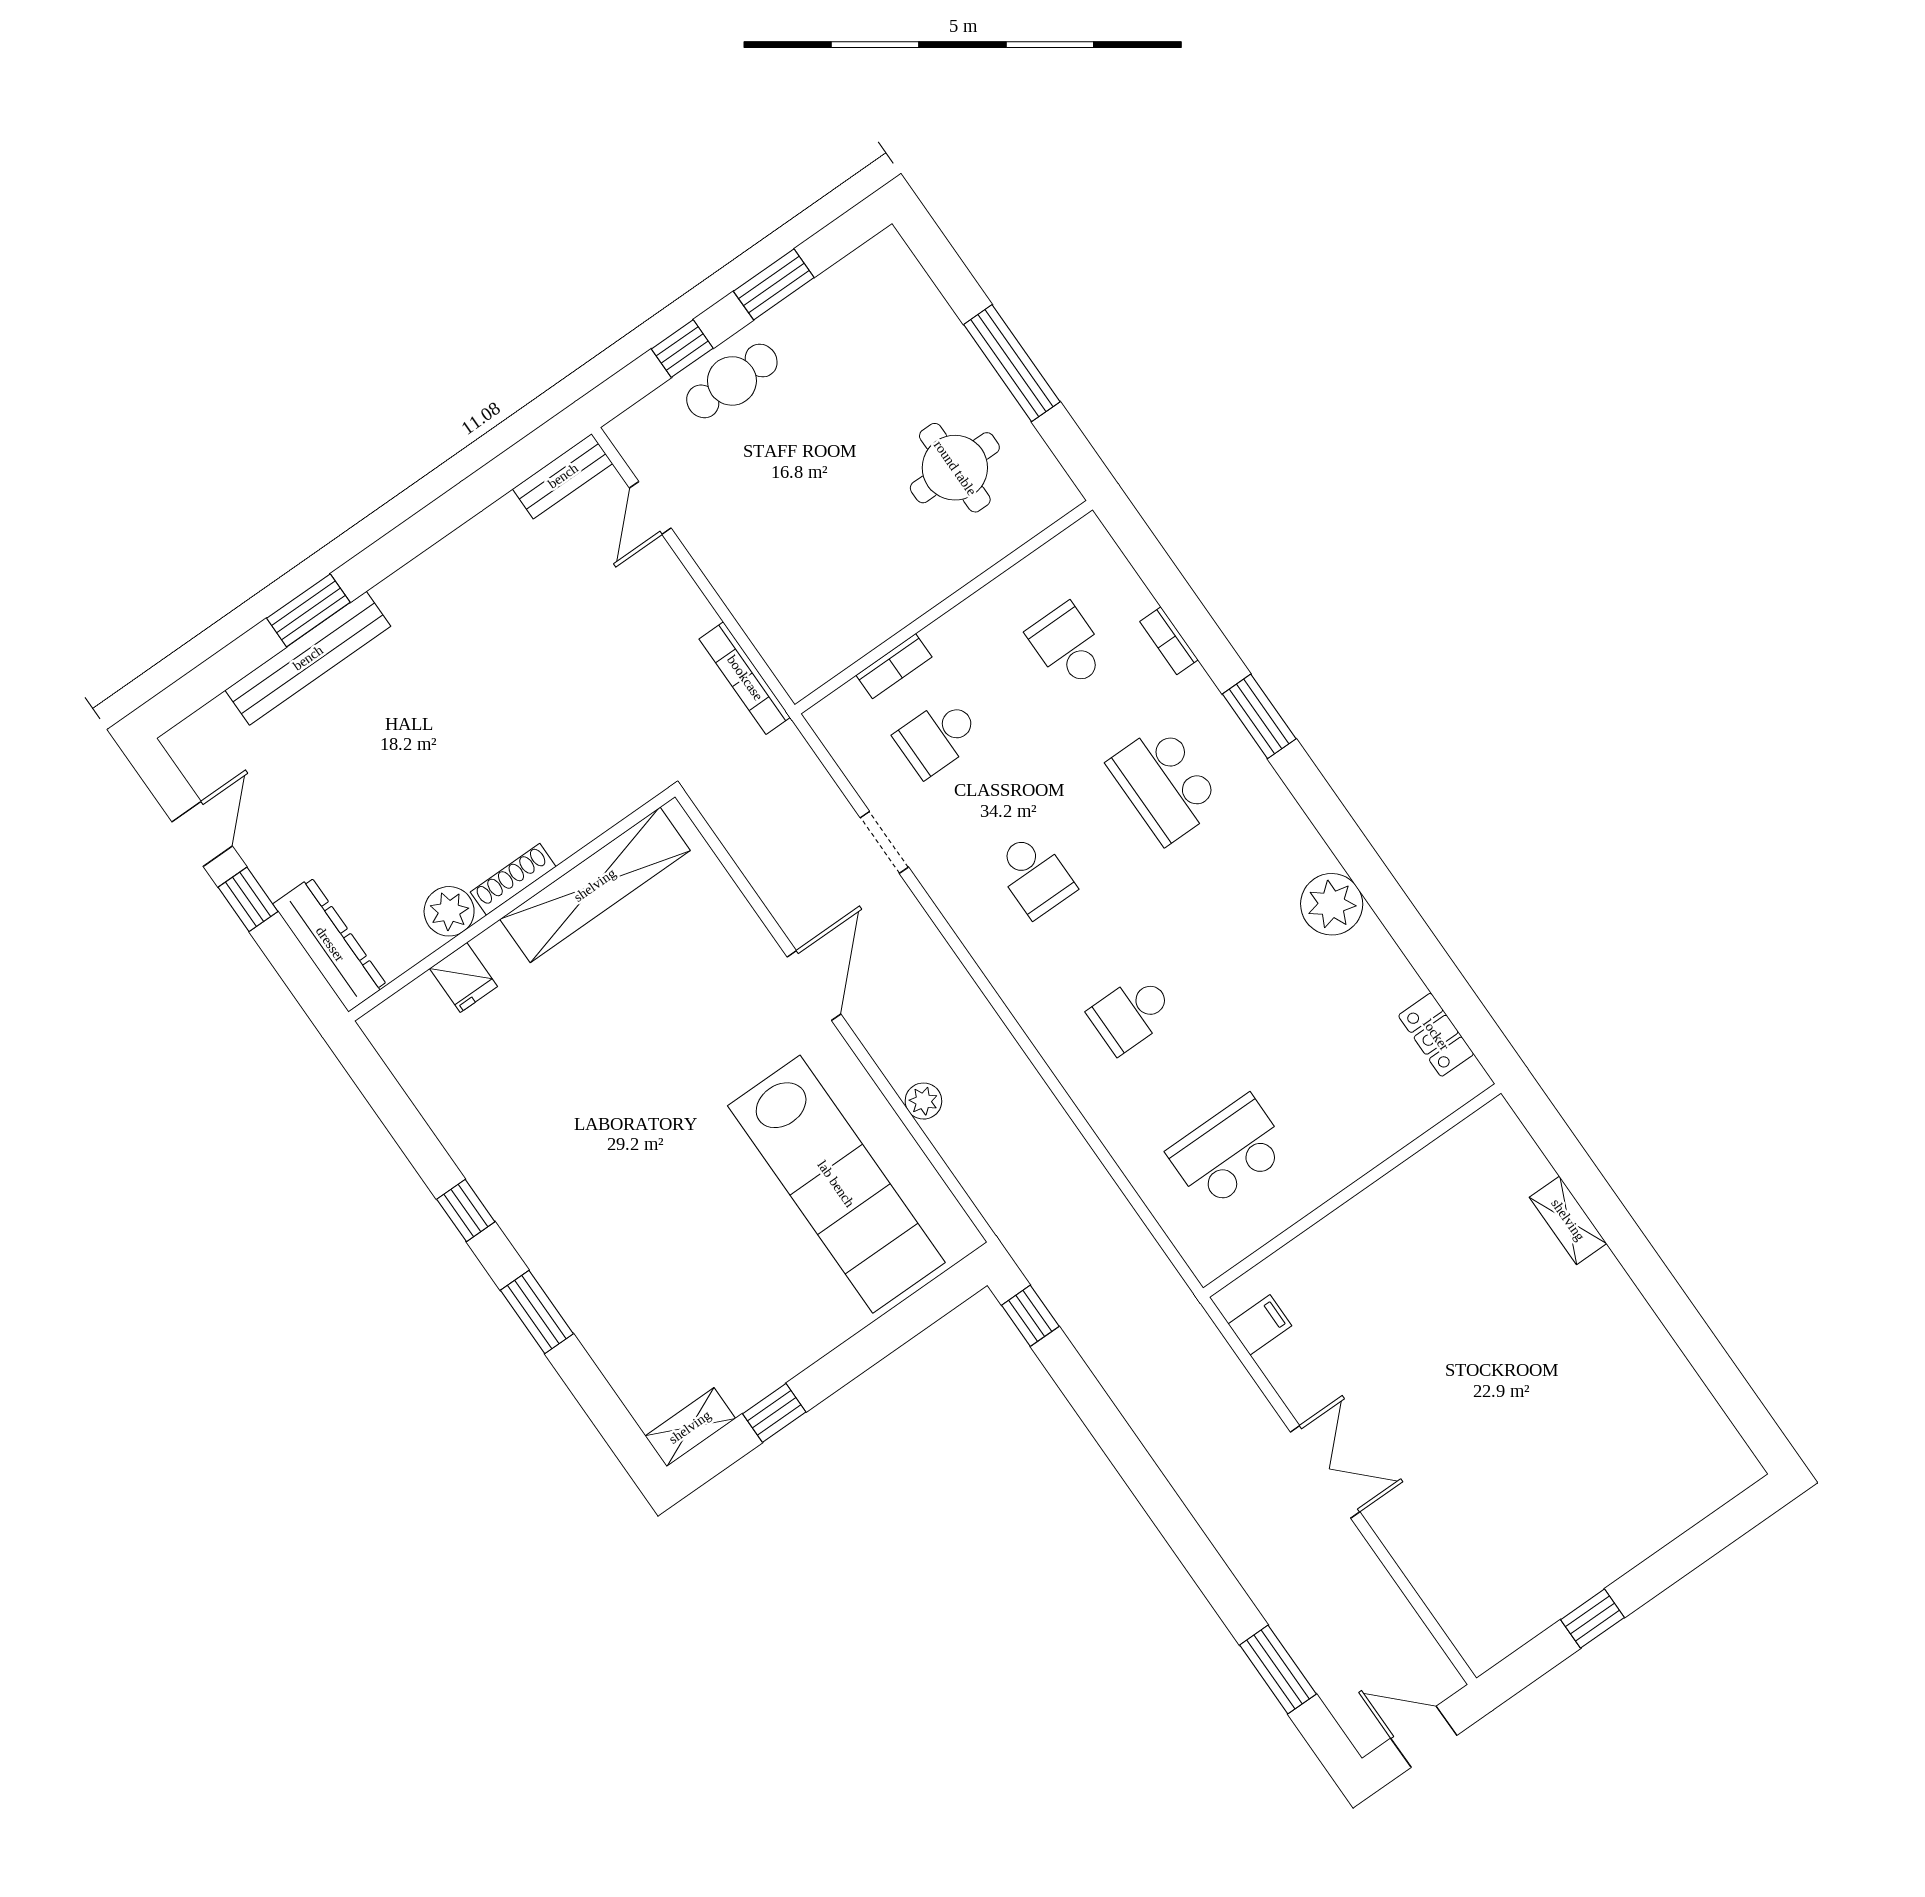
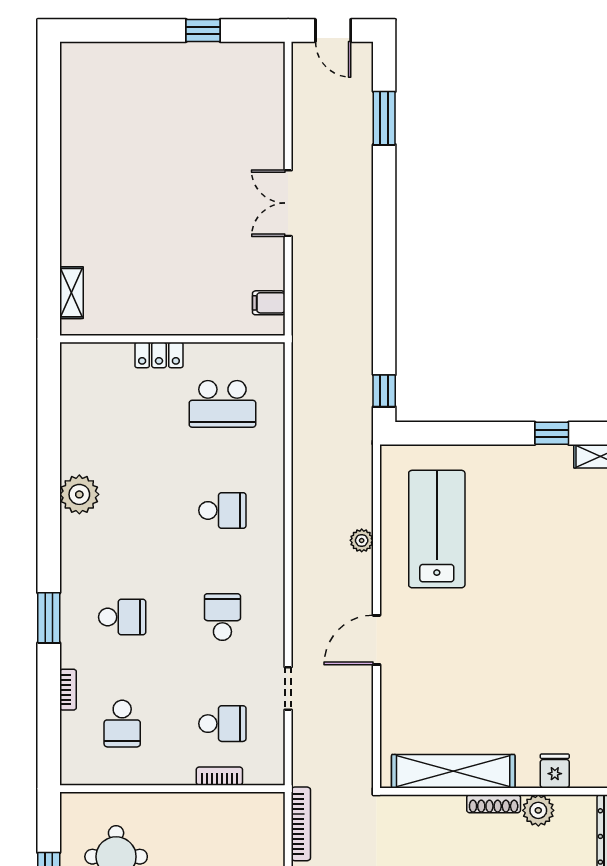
school desk: (1165, 784) -> (122, 617), width x0.54
locker: (1436, 1035) -> (159, 355), moved, turned 90
lab bench: (836, 1184) -> (437, 529), width x0.73
shelving: (1568, 1220) -> (71, 293), moved

